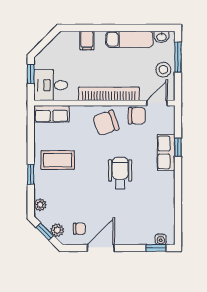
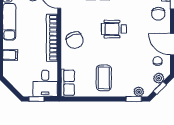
chair: (137, 116) -> (158, 14), moved, turned 180
window: (31, 174) -> (134, 99), moved

